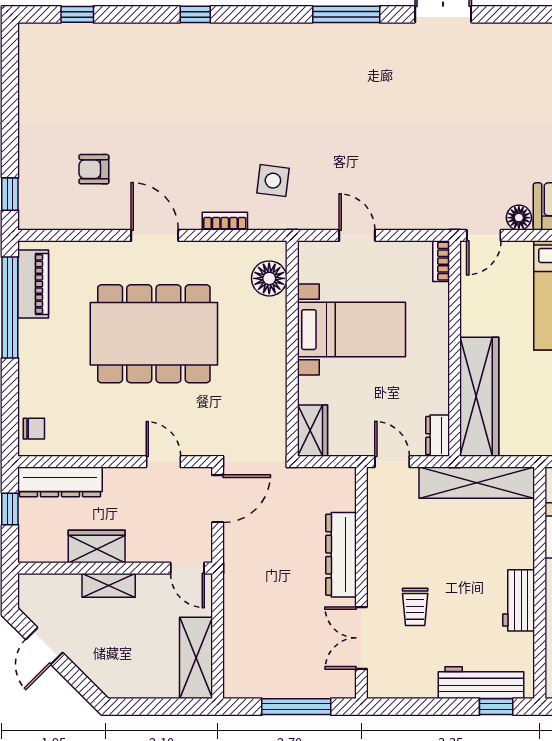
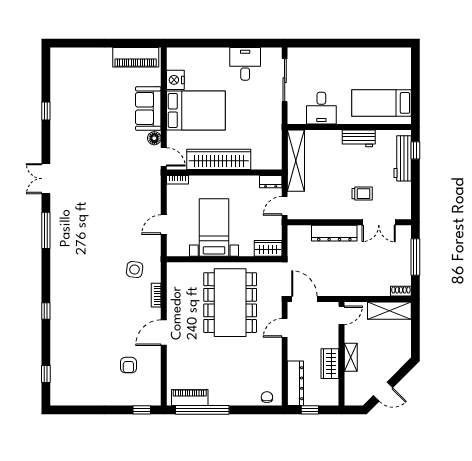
floor lamp: (269, 278) -> (187, 271), removed
dining table: (154, 334) -> (230, 303), moved
wardrobe: (479, 397) -> (219, 159), moved
shoe rack: (232, 679) -> (401, 291), added

